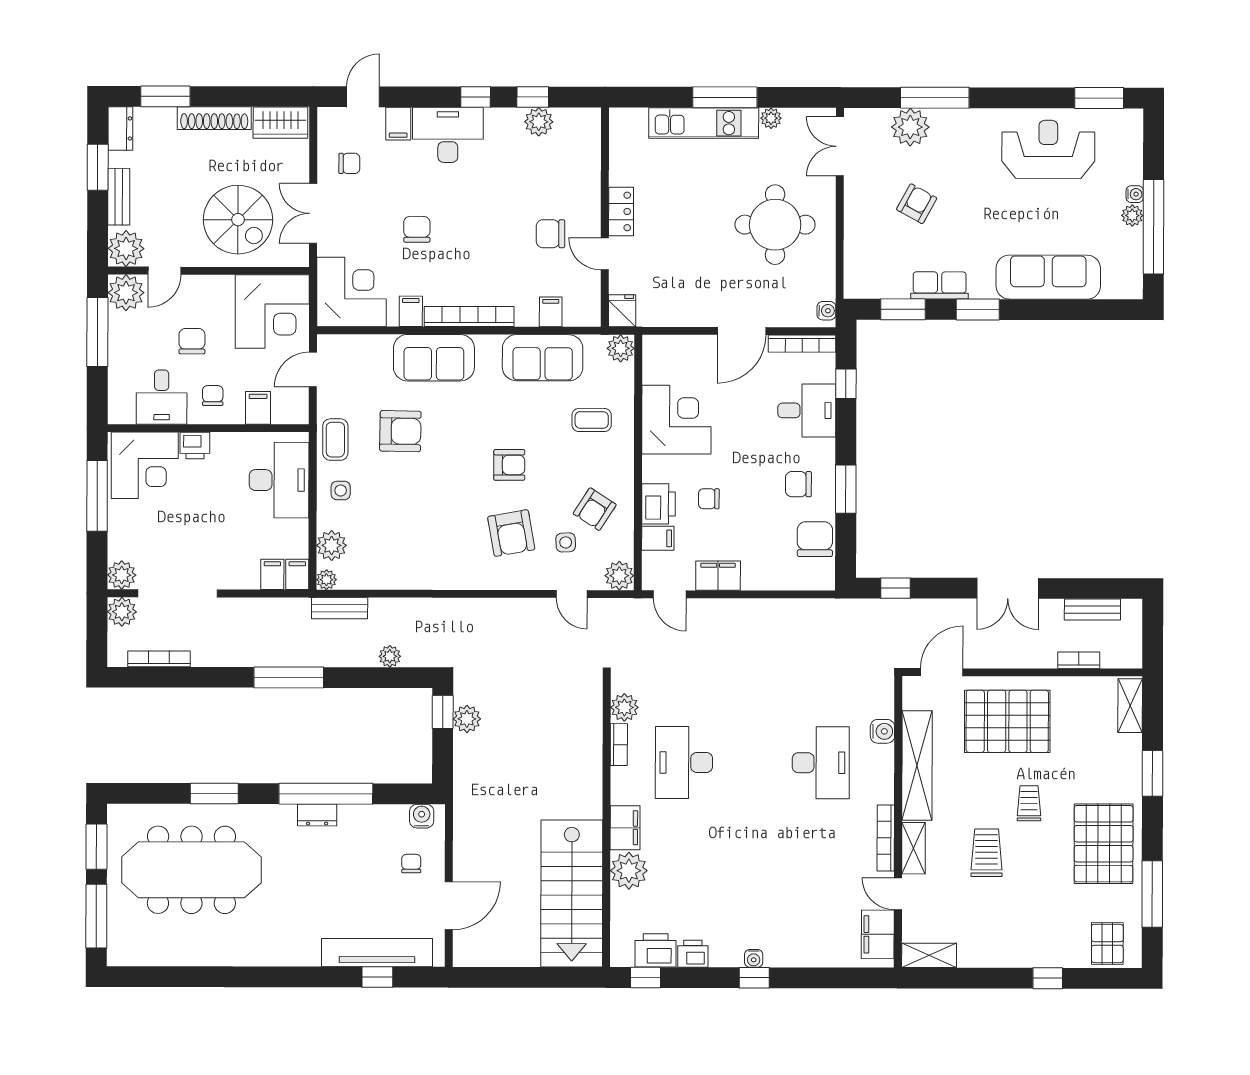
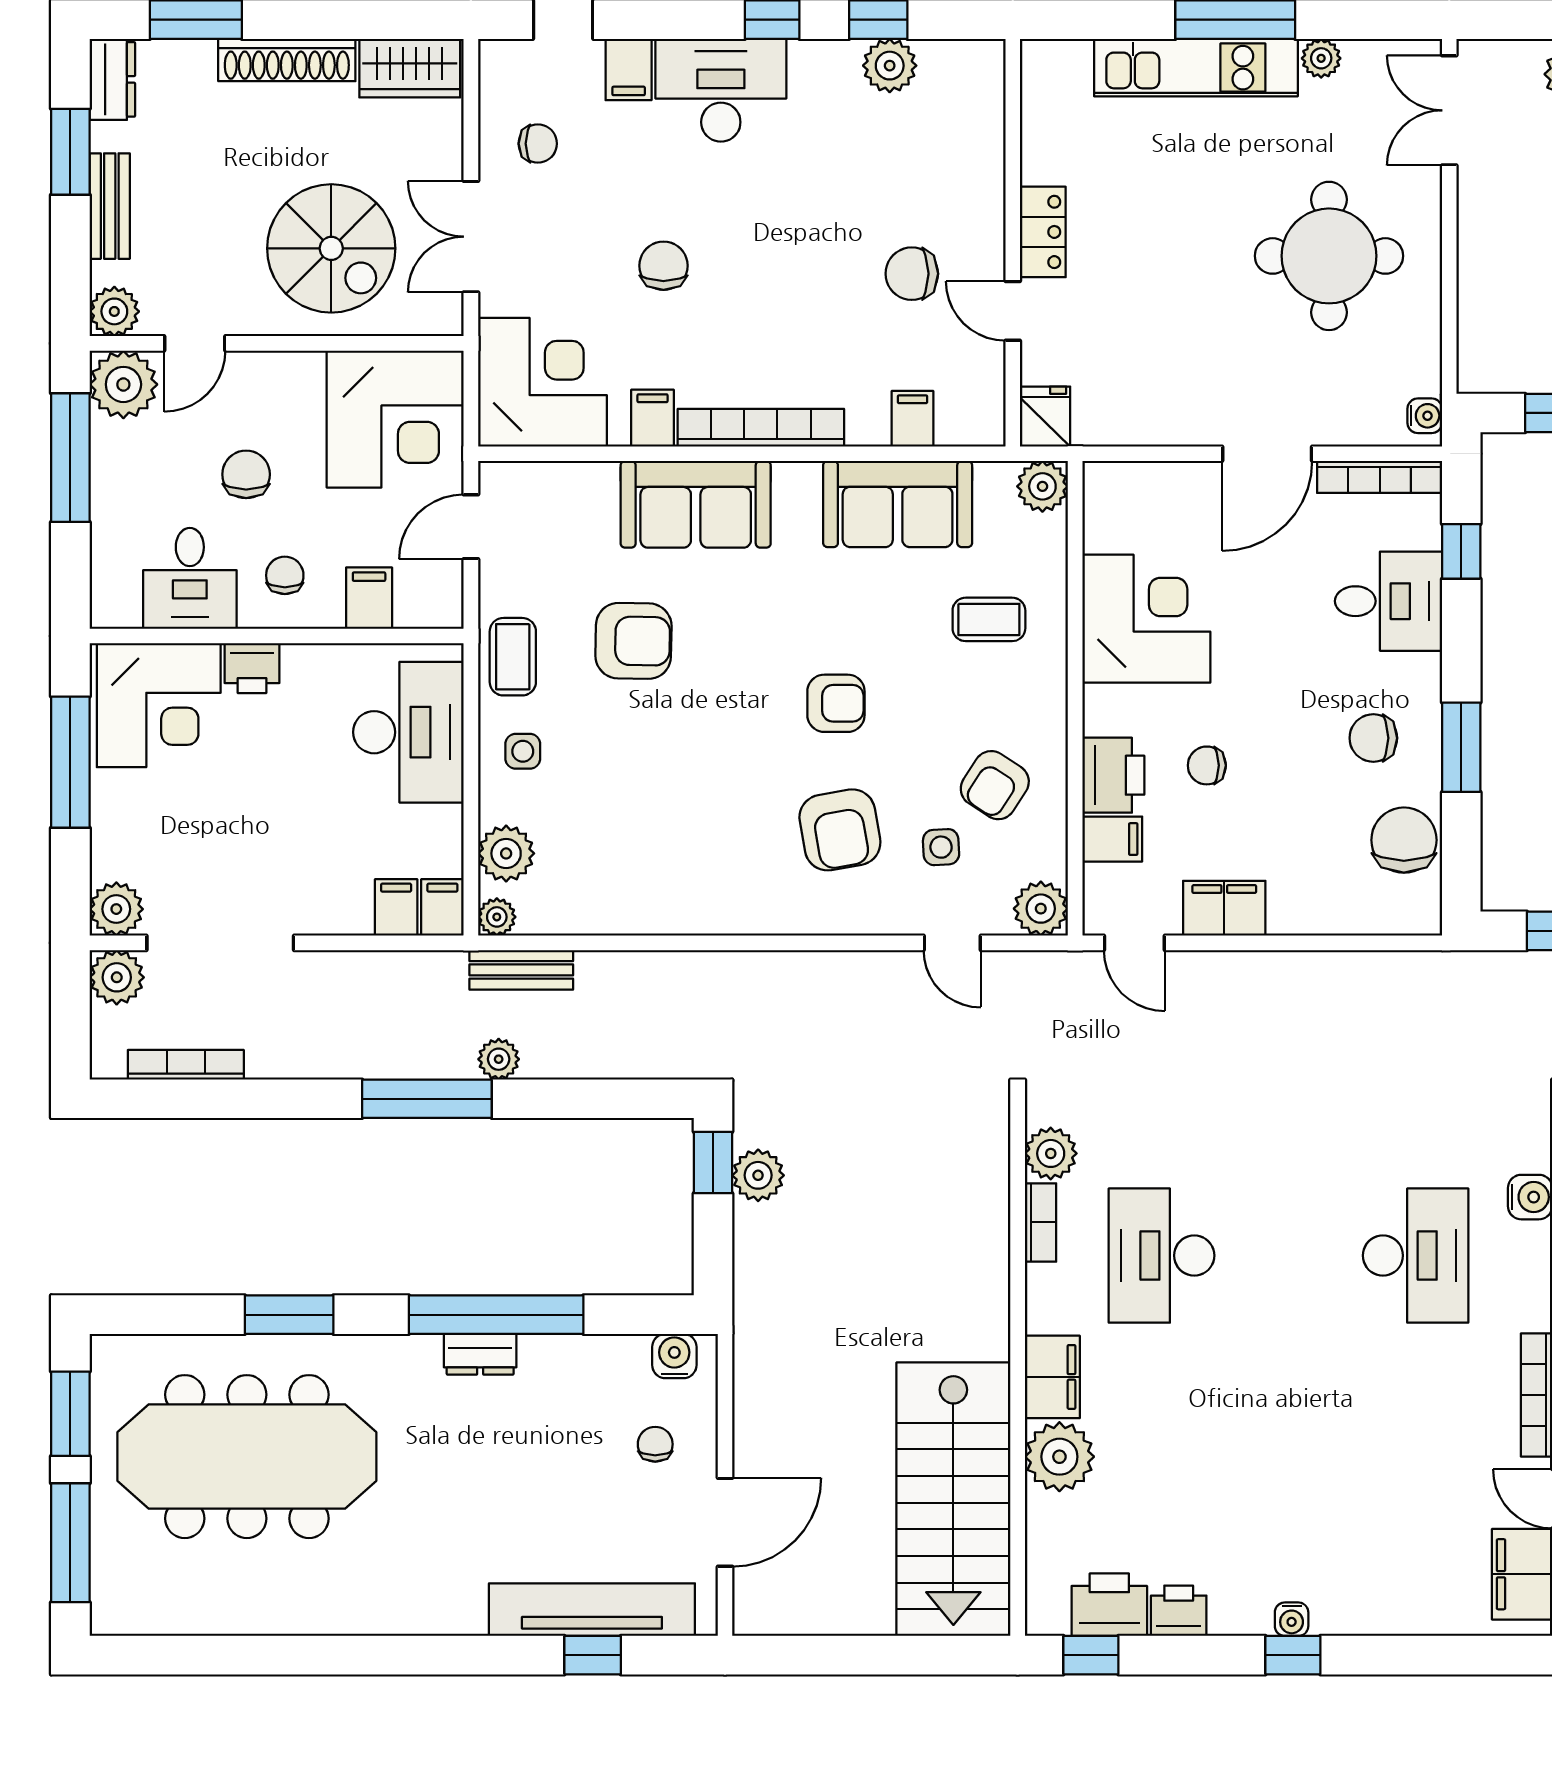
plant: (126, 249) -> (114, 311), width x0.73, depth x0.73
plant: (390, 656) -> (499, 1059), moved

